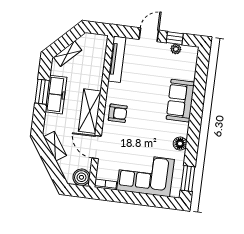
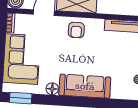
sofa: (180, 101) -> (85, 86), width x1.36

